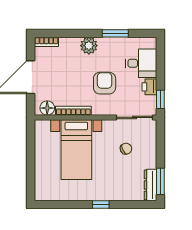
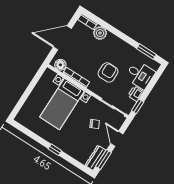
window: (115, 33) -> (146, 51), moved
plant: (89, 46) -> (100, 33), moved
door: (160, 149) -> (117, 139), added

